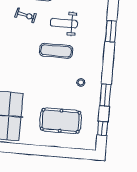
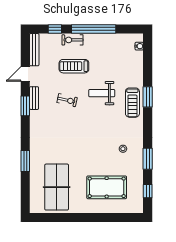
exercise bike: (26, 15) -> (67, 100), moved
treadmill: (95, 36) -> (132, 103), added
exercise mat: (56, 51) -> (96, 120), removed

